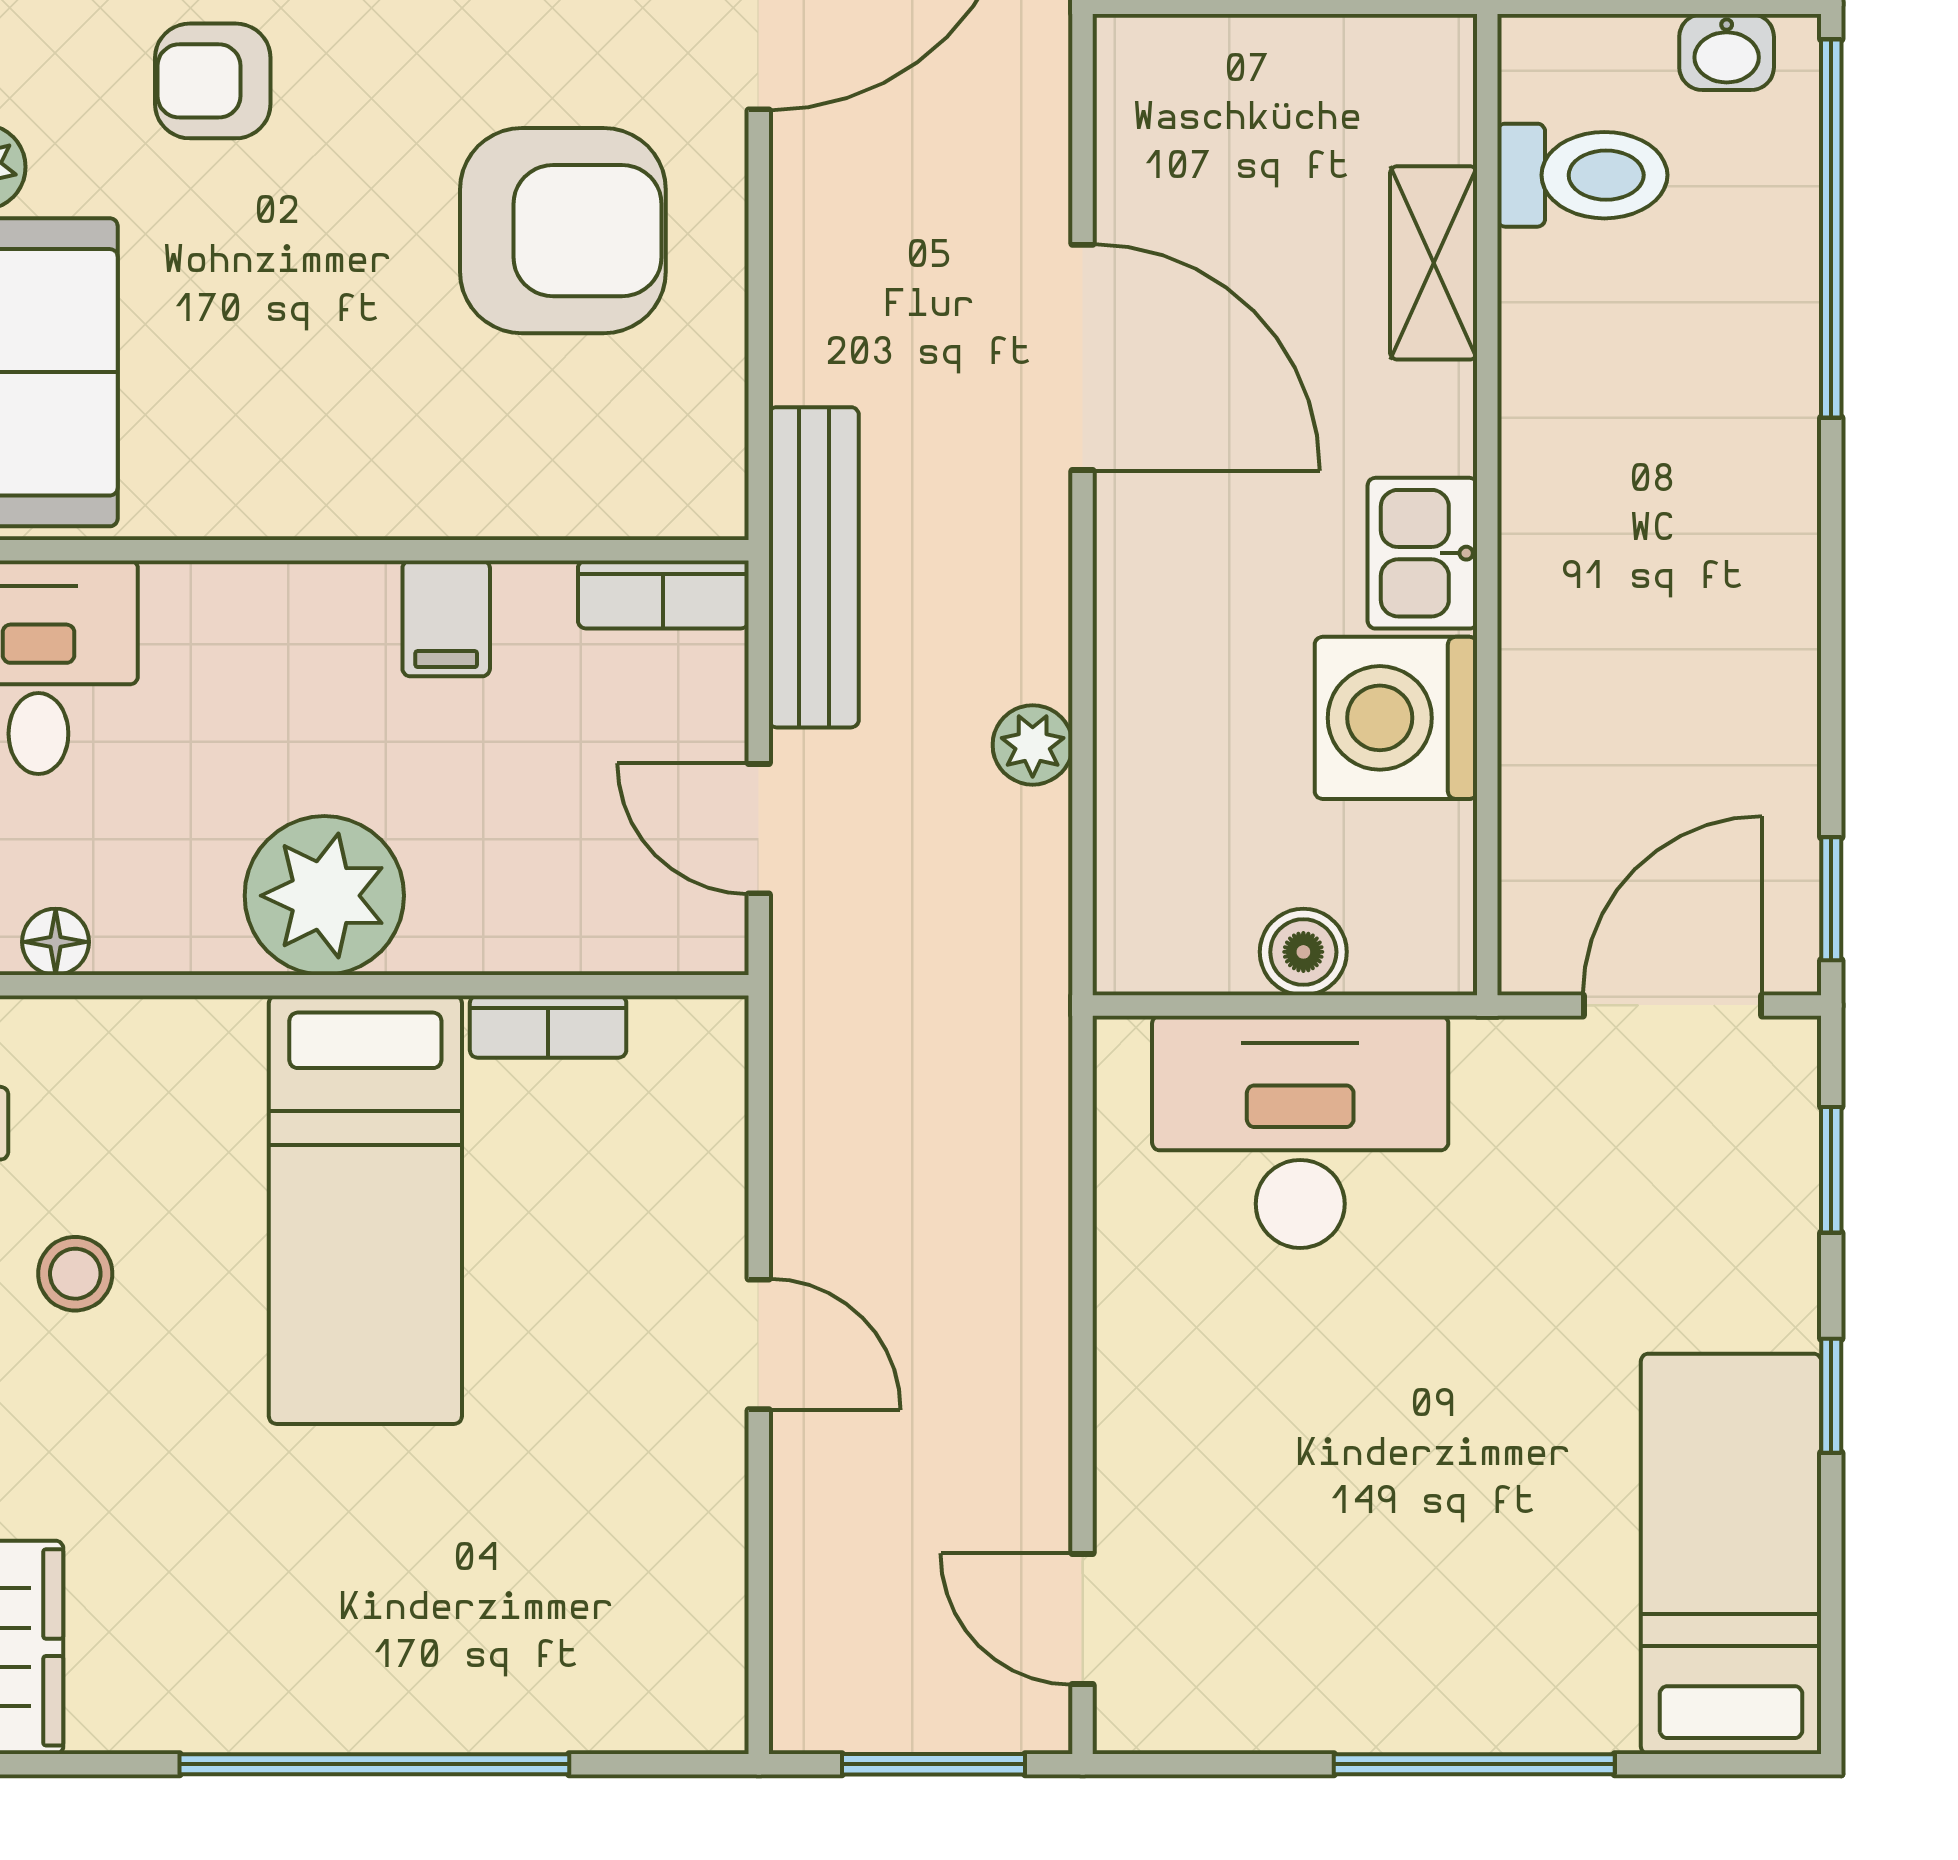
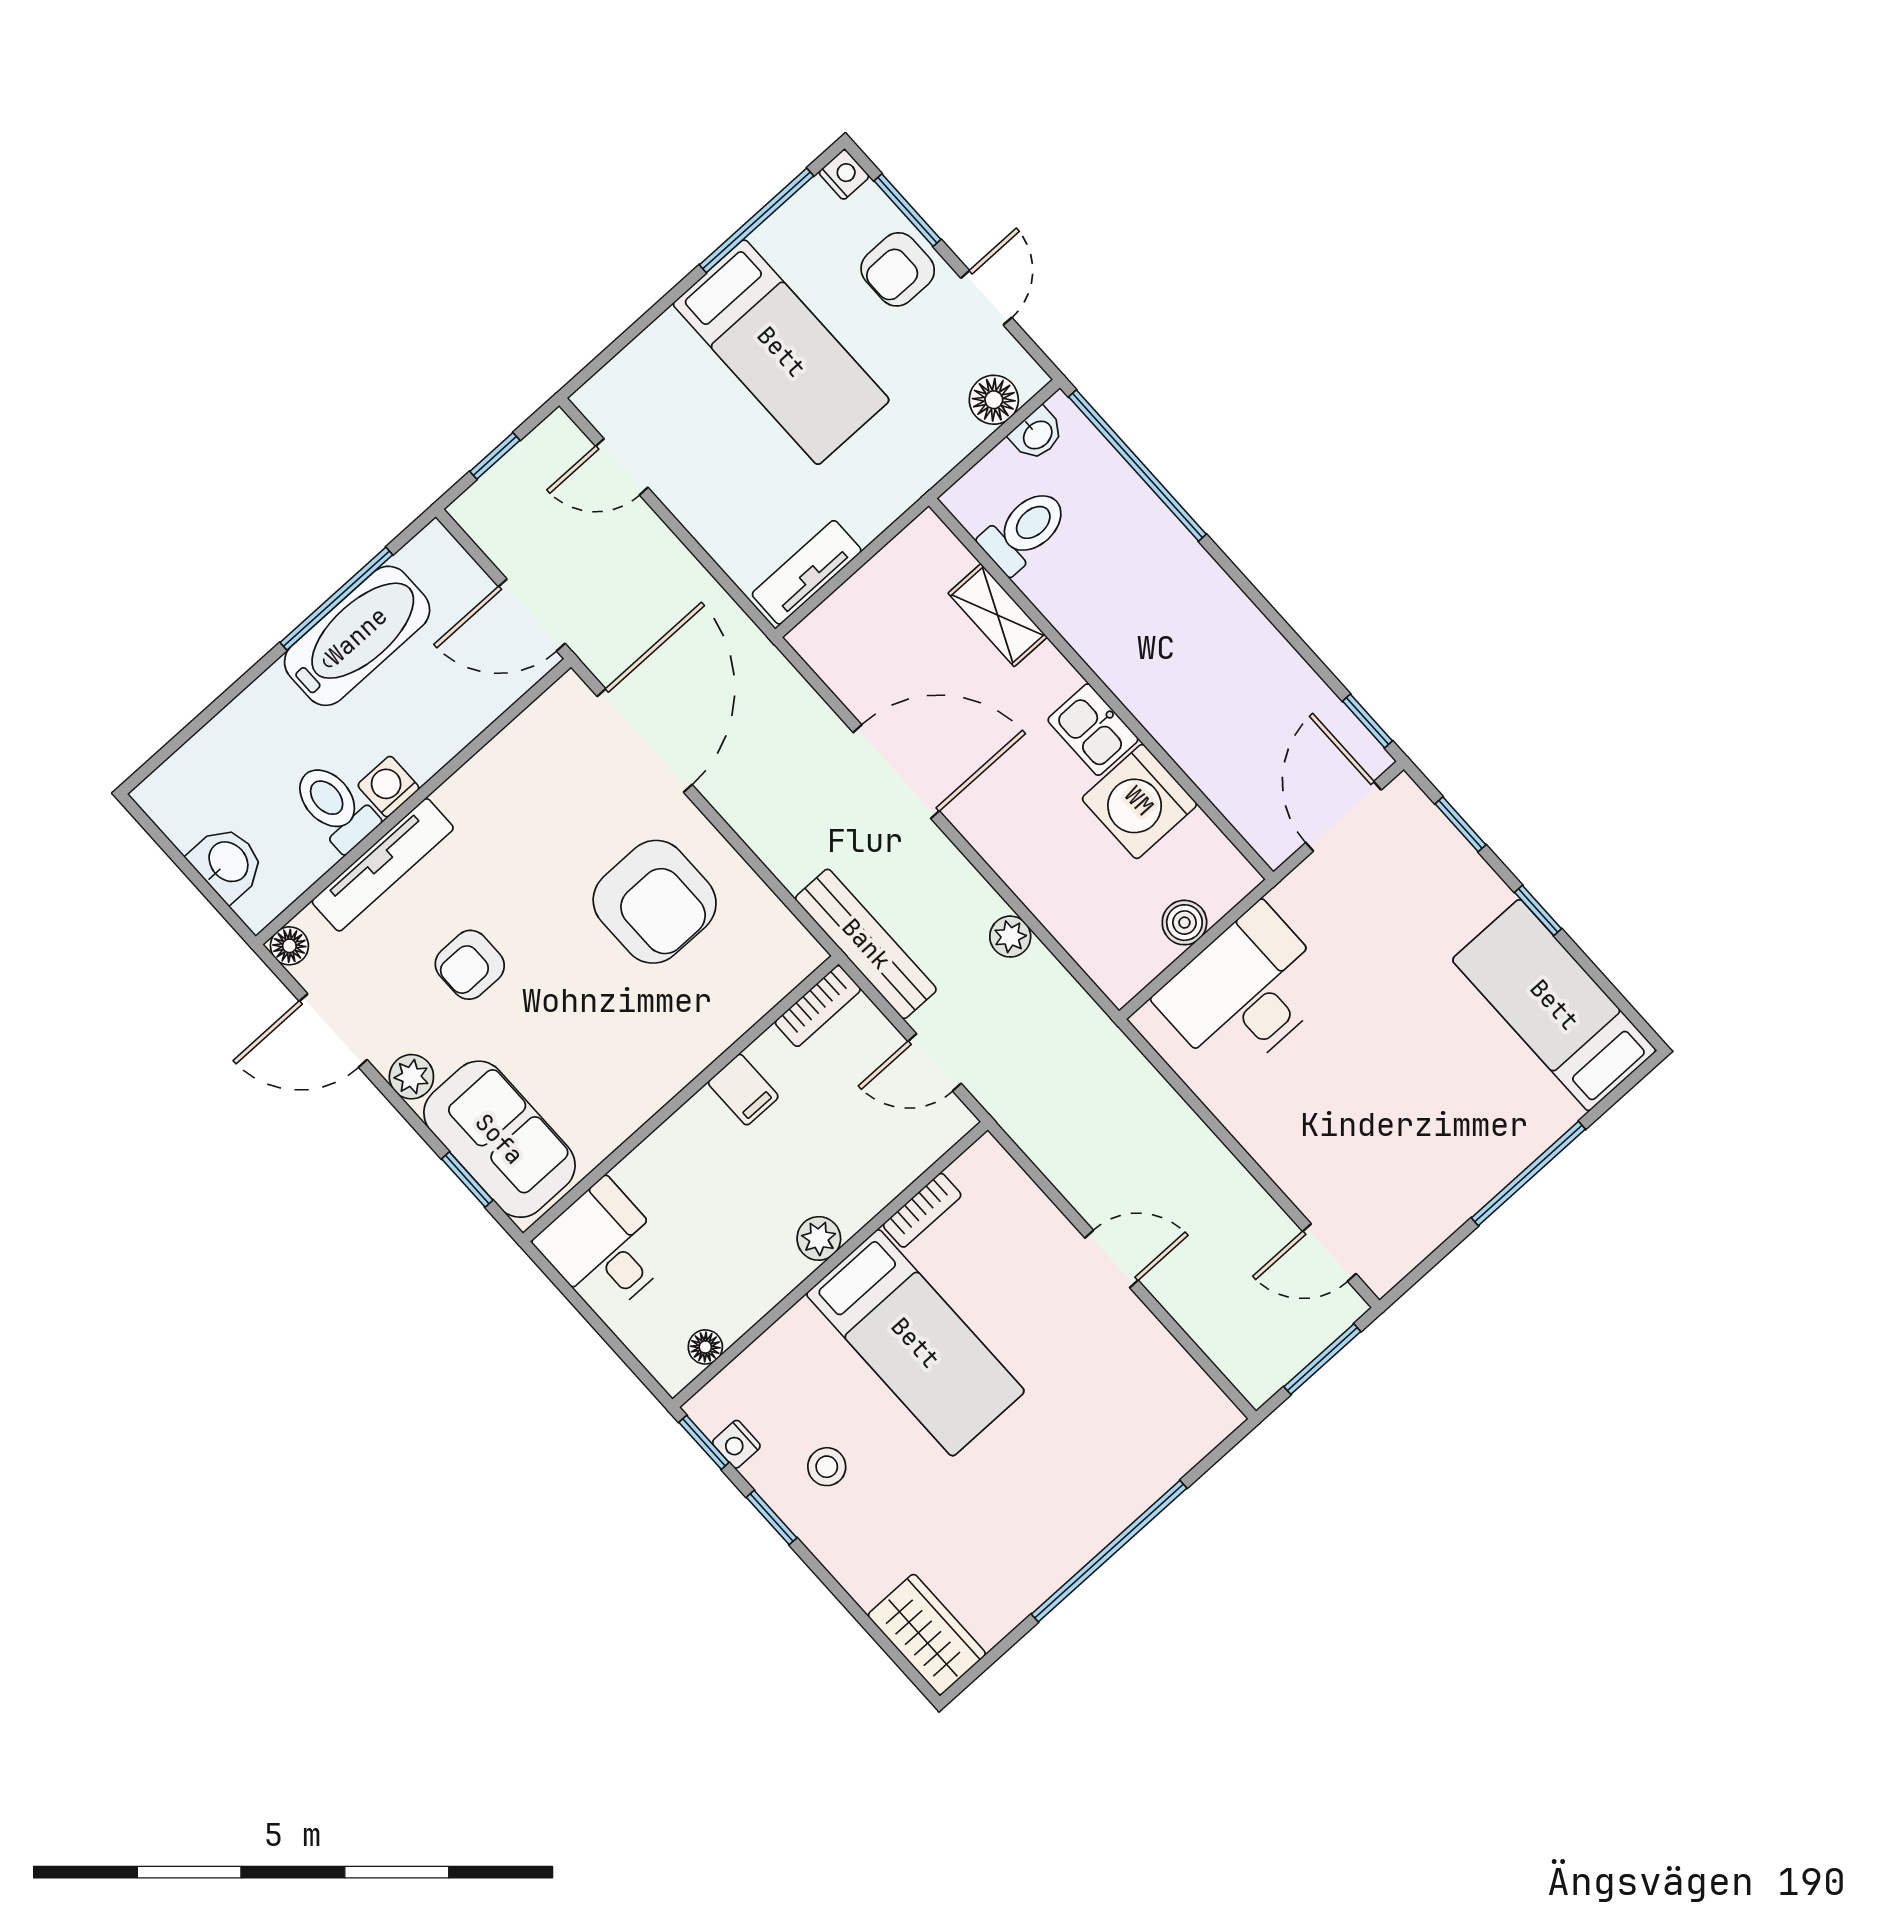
armchair: (563, 231) -> (655, 902), turned 90
plant: (324, 896) -> (819, 1238), width x0.53, depth x0.53

